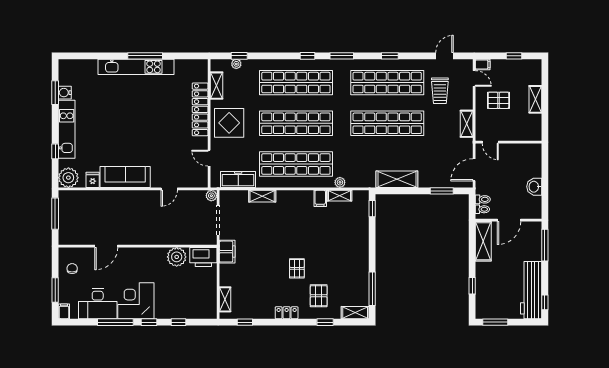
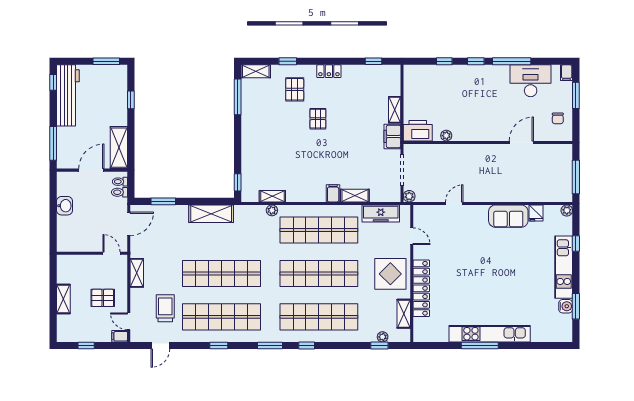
sofa: (125, 177) -> (508, 216), width x0.73
plant: (68, 178) -> (567, 210), width x0.53, depth x0.53
filing cabinet: (320, 198) -> (333, 193), moved
plant: (177, 257) -> (446, 136), width x0.53, depth x0.53
shelving: (225, 299) -> (395, 110), moved
corner desk: (136, 301) -> (490, 84), removed

